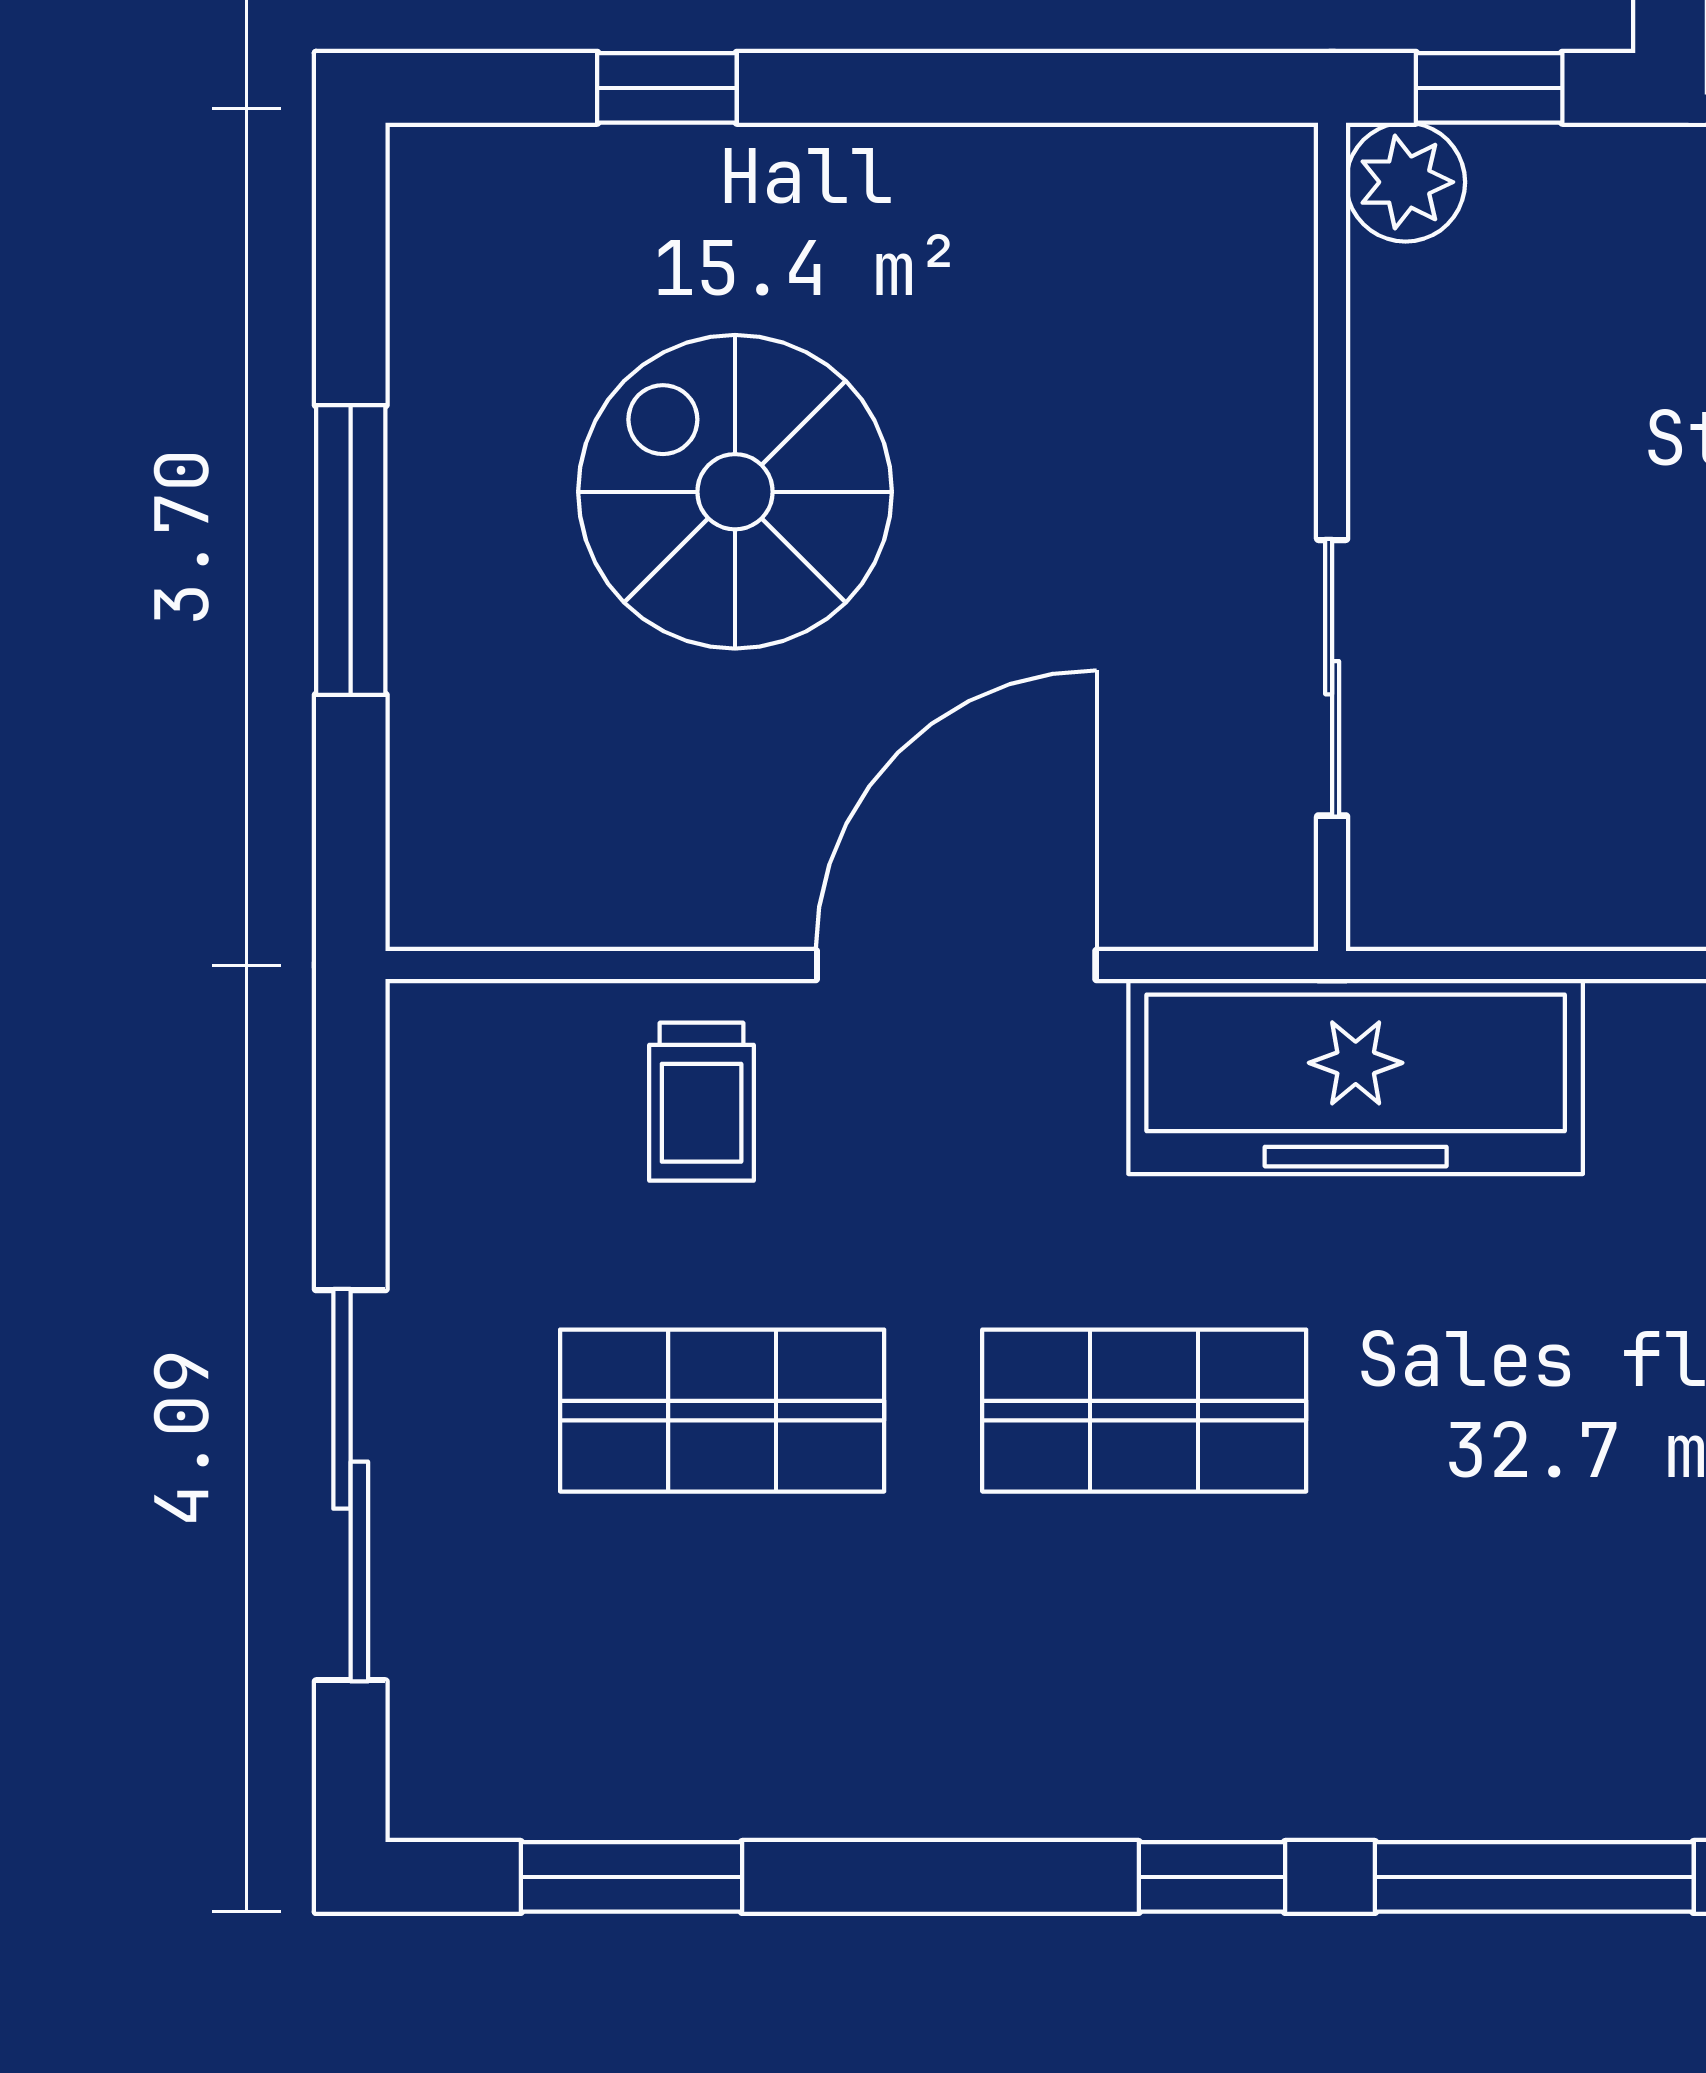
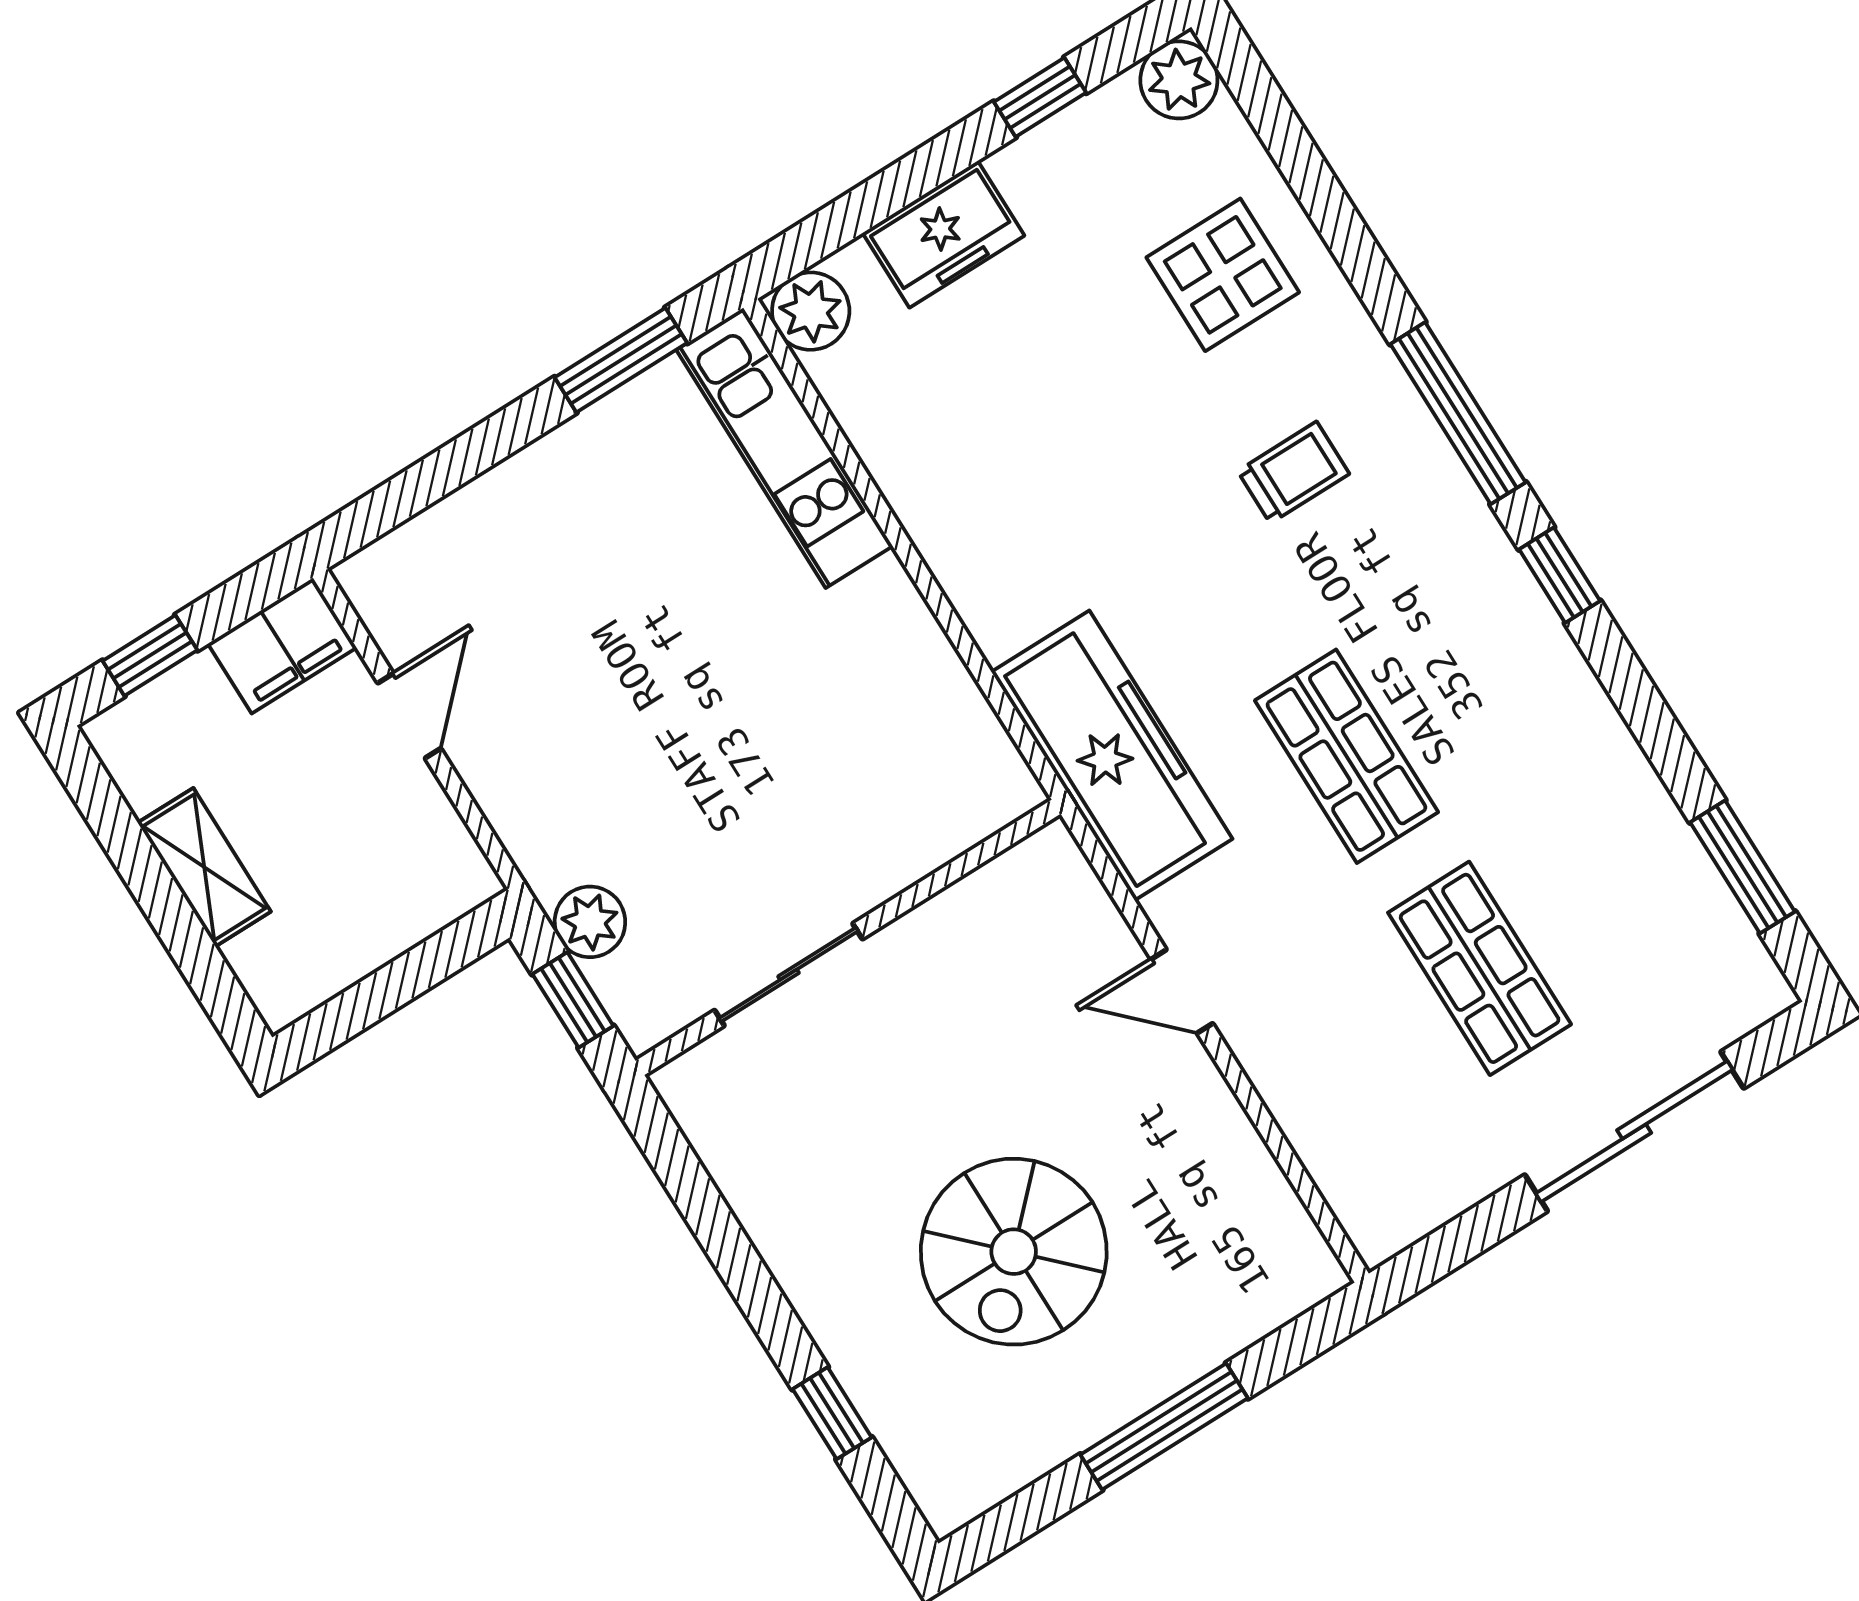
plant: (1406, 182) -> (590, 922), moved
sliding door: (1332, 678) -> (789, 975), moved
door: (956, 965) -> (1182, 991), width x0.53
trolley: (702, 1102) -> (1293, 472), moved

